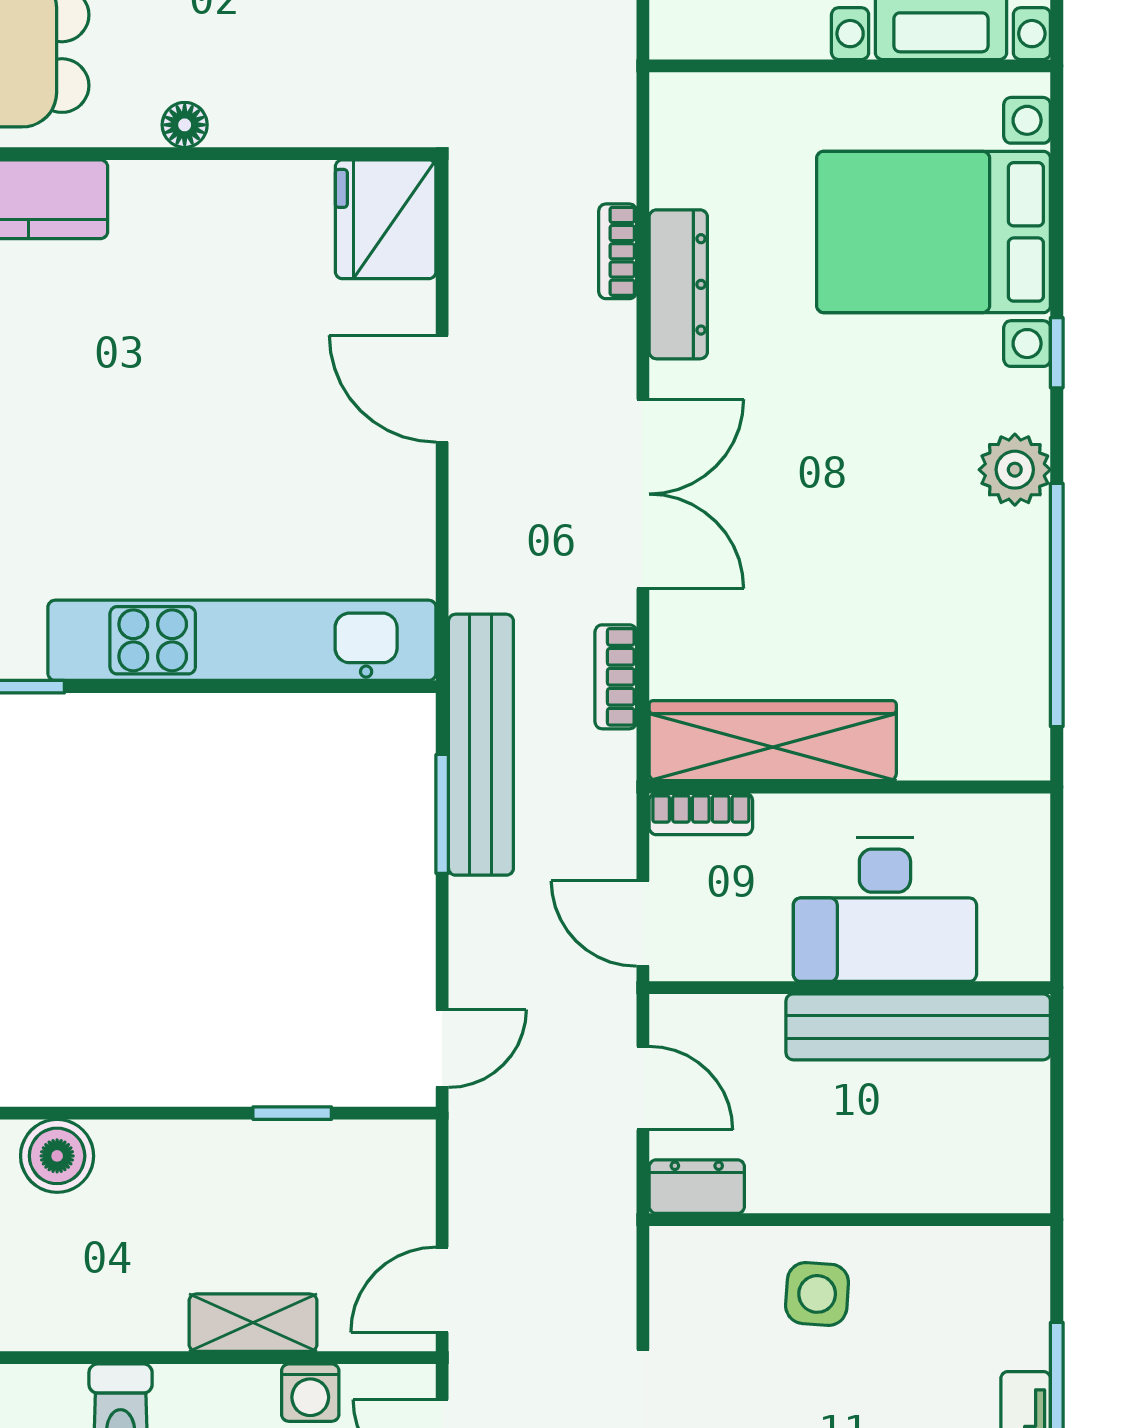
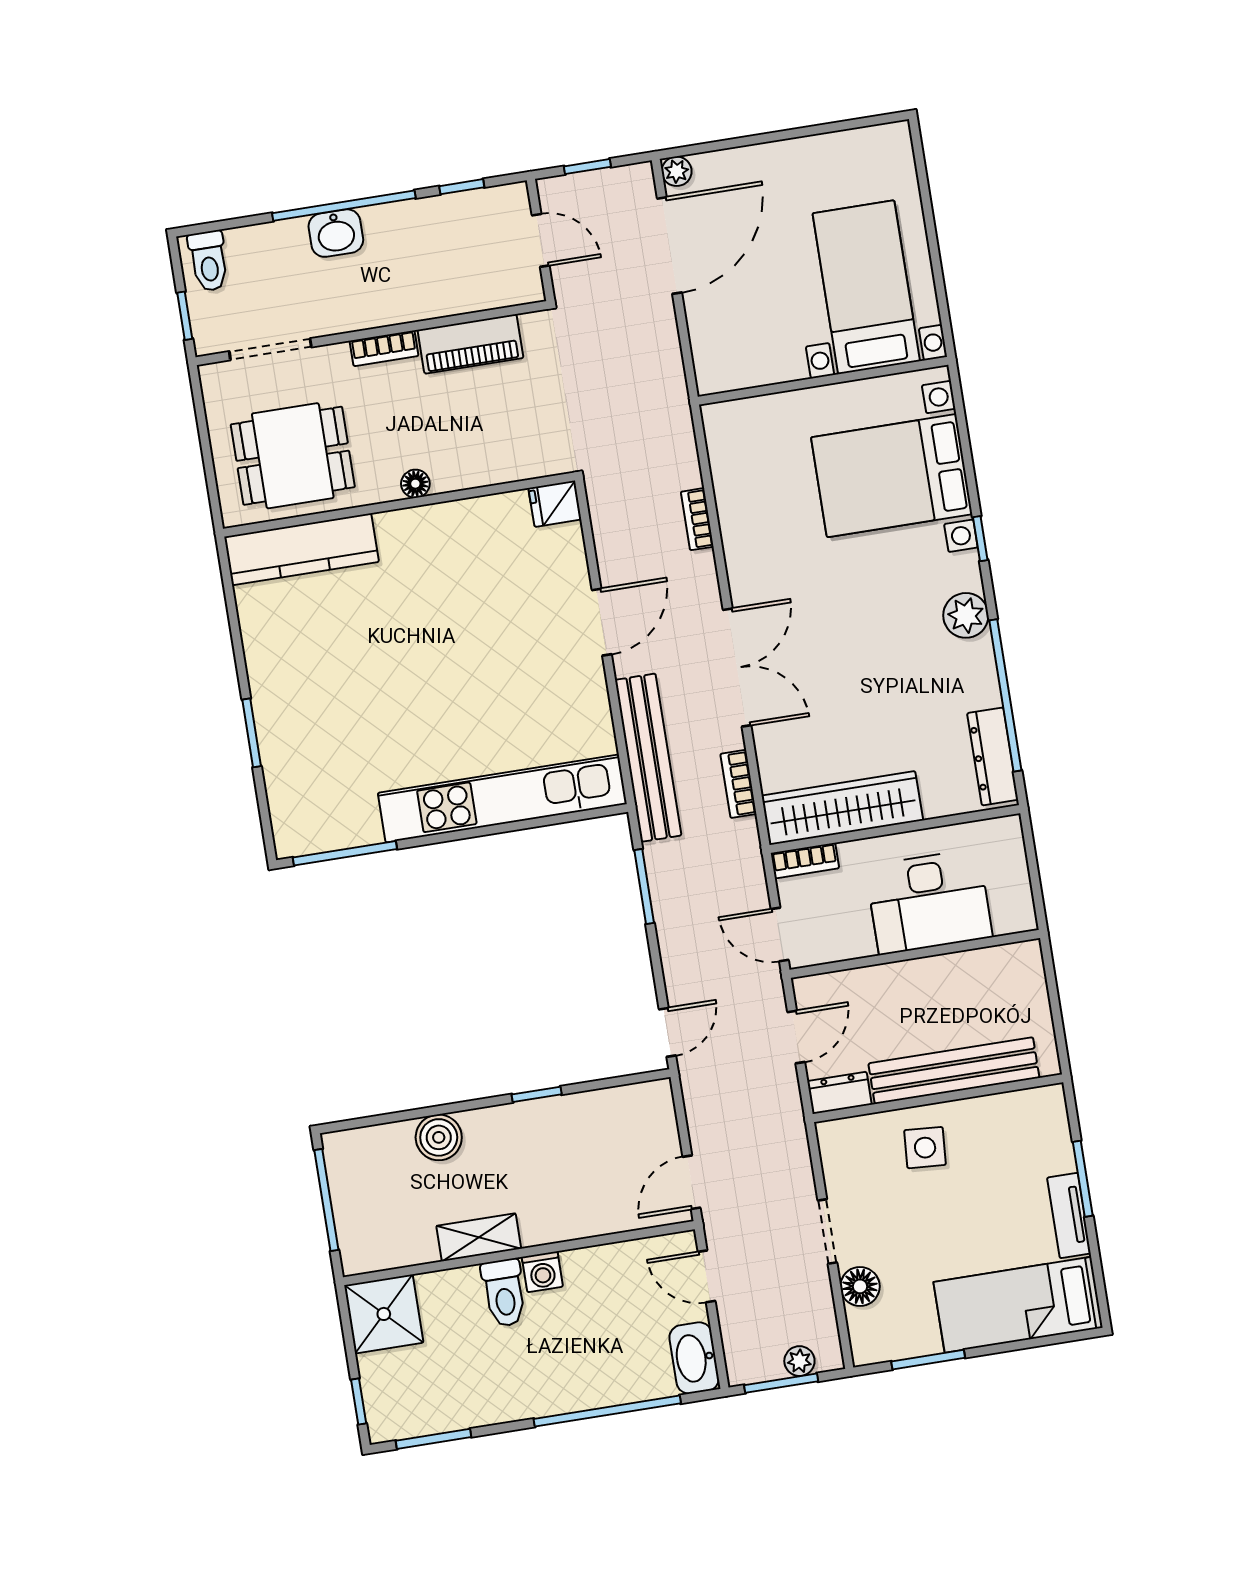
fridge: (386, 219) -> (555, 504), width x0.53, depth x0.75
dresser: (678, 284) -> (993, 756), moved, turned 180
door: (442, 389) -> (602, 622), swing flipped
bench: (481, 745) -> (648, 758), moved
bench: (918, 1027) -> (954, 1071), moved
door: (643, 1088) -> (796, 1037), hinge flipped
window: (292, 1113) -> (537, 1094), moved
shelving: (253, 1323) -> (479, 1237), moved
washing machine: (310, 1393) -> (542, 1272), moved

